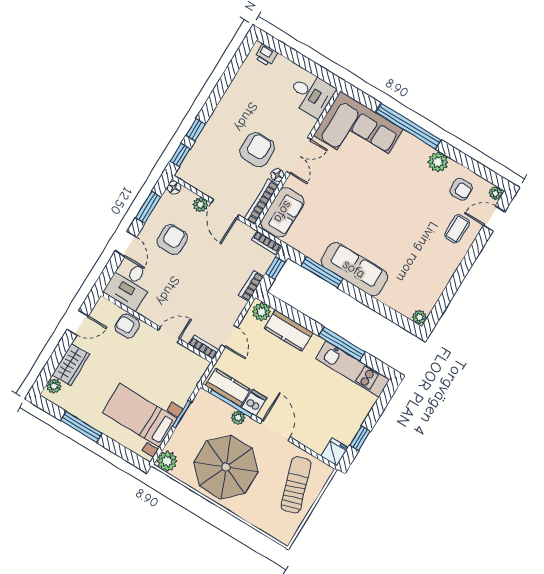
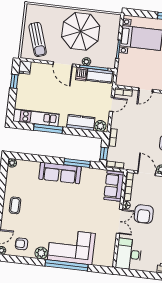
desk: (311, 94) -> (129, 254), width x1.37
corner sofa: (358, 132) -> (71, 247), moved
double door: (299, 155) -> (119, 221), swing flipped
coffee table: (457, 229) -> (15, 205), moved
door: (230, 336) -> (112, 105), swing flipped
plant: (167, 461) -> (115, 20), removed

